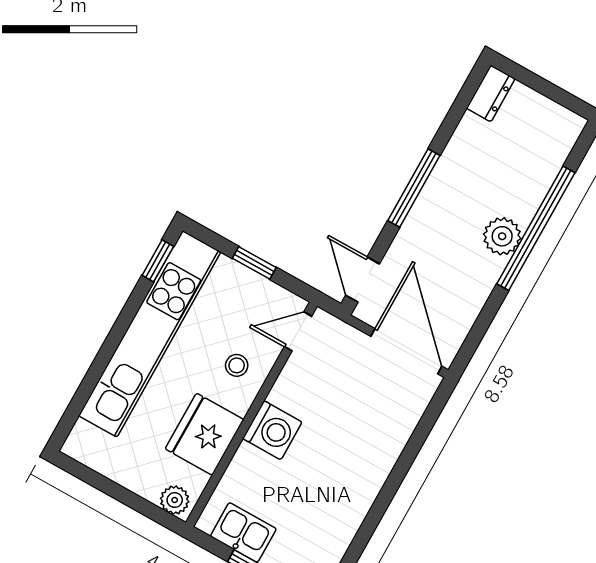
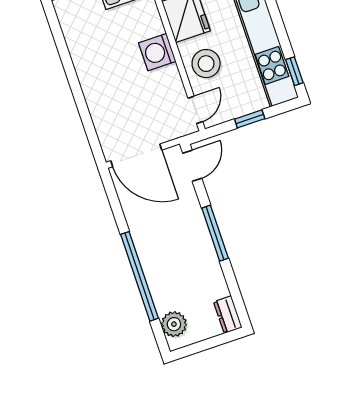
plant: (502, 236) -> (174, 324), moved
door: (363, 280) -> (192, 166), hinge flipped
stool: (237, 365) -> (206, 64), width x1.89, depth x1.89

